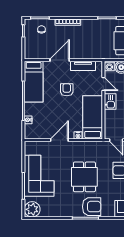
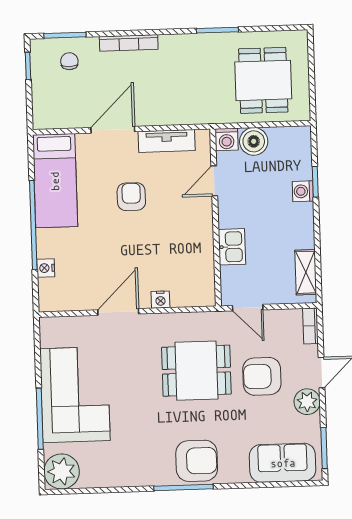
door: (103, 84) -> (214, 181), swing flipped
kitchen sink: (110, 102) -> (232, 247), moved
bed: (93, 117) -> (192, 258), removed
dining table: (84, 177) -> (196, 371), moved, turned 90

